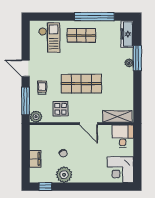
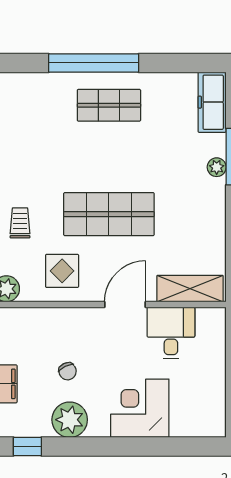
window: (94, 17) -> (94, 63), moved
checkout: (49, 37) -> (36, 110), removed
door: (89, 124) -> (125, 305), swing flipped
desk: (123, 136) -> (171, 333), moved
corner desk: (120, 170) -> (140, 408), moved, turned 90

